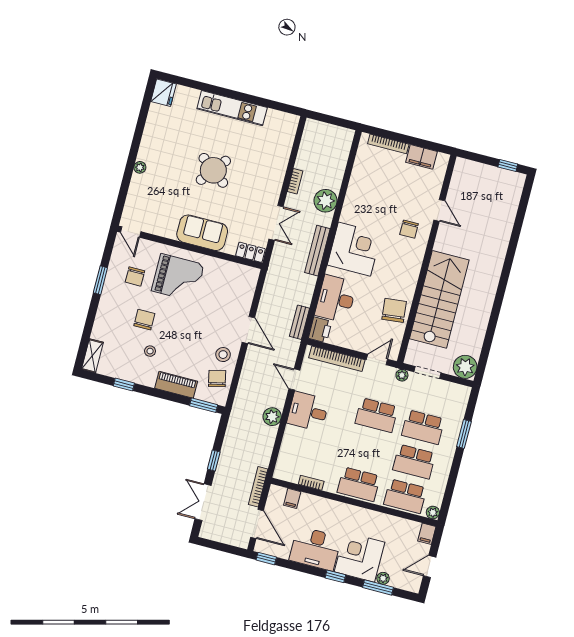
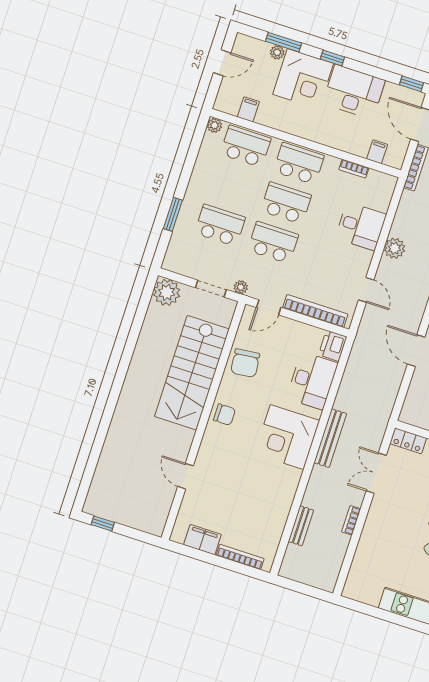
plant: (326, 201) -> (317, 496), removed
chair: (409, 229) -> (224, 415), moved, turned 90
bench: (299, 322) -> (301, 526), moved
desk: (308, 411) -> (361, 226), moved
school desk: (414, 462) -> (286, 203), moved
filing cabinet: (427, 534) -> (248, 109), moved

